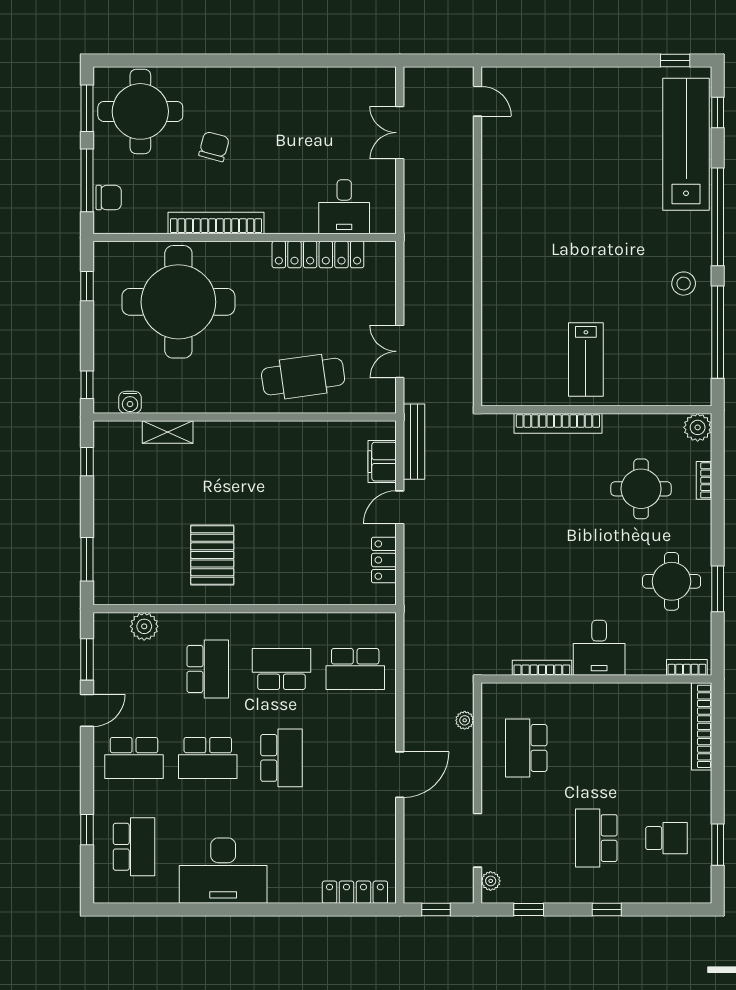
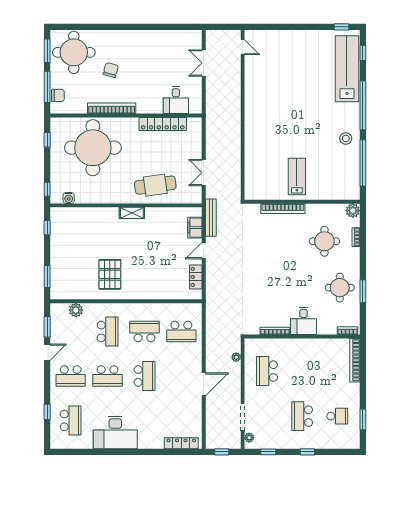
lab bench: (586, 359) -> (297, 177), turned 180
shelving: (168, 432) -> (132, 213), moved

